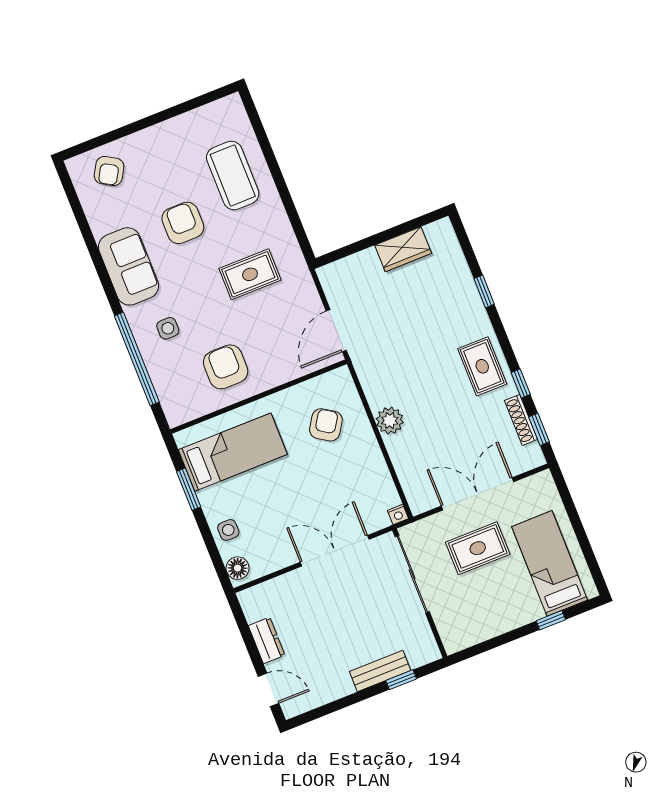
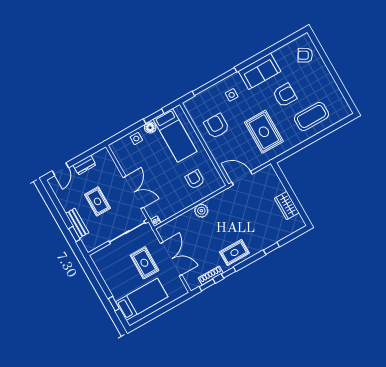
rug: (250, 274) -> (264, 132), width x1.36, depth x1.43
armchair: (226, 367) -> (217, 126), turned -90
armchair: (326, 425) -> (195, 179), turned -123
floor lamp: (238, 568) -> (150, 128), moved
rug: (343, 625) -> (97, 201), added

